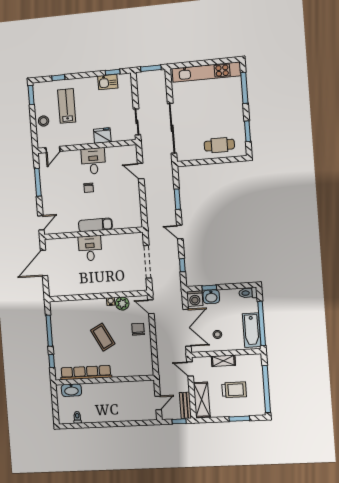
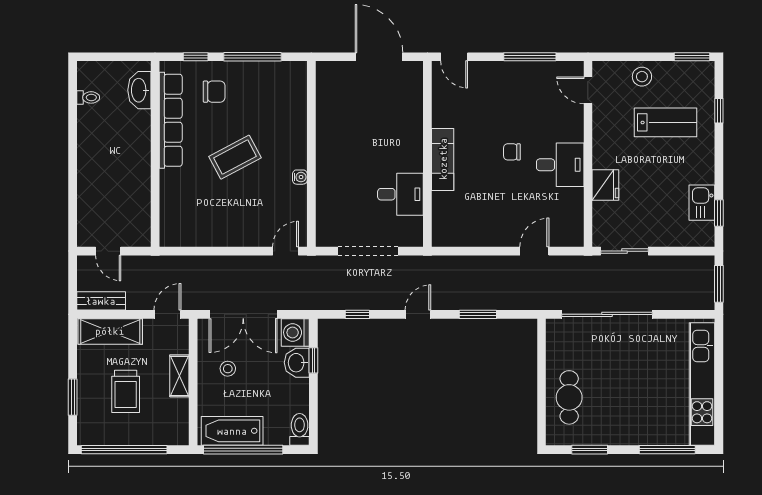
desk: (90, 248) -> (400, 194), moved
plant: (122, 303) -> (295, 198), removed
chair: (138, 329) -> (214, 92), moved
window: (179, 421) -> (73, 287), removed

